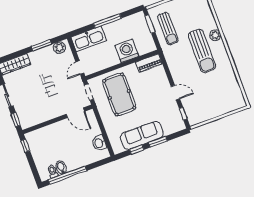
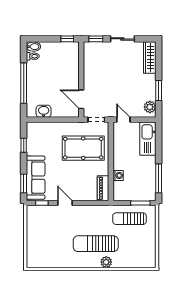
window: (107, 21) -> (159, 178), moved
washing machine: (127, 51) -> (118, 175), width x0.53, depth x0.53
door: (175, 93) -> (65, 203), swing flipped
door: (75, 113) -> (81, 99), hinge flipped
sofa: (142, 135) -> (36, 178), moved
window: (158, 142) -> (24, 184), moved
bidet: (61, 167) -> (33, 47), moved
window: (67, 175) -> (24, 83), moved

